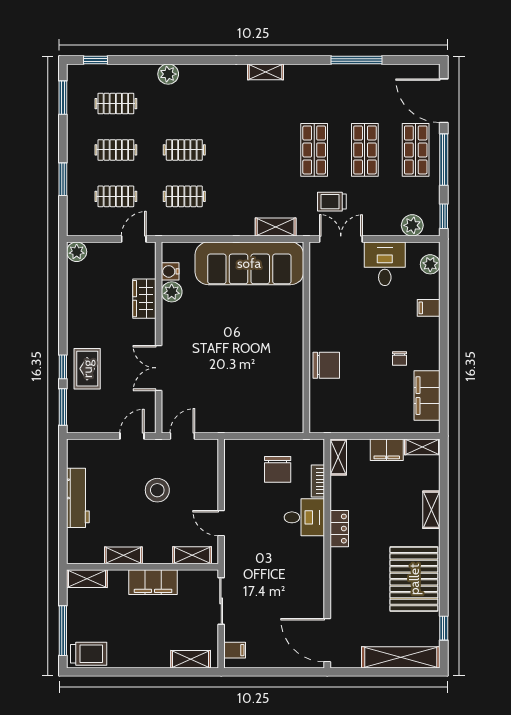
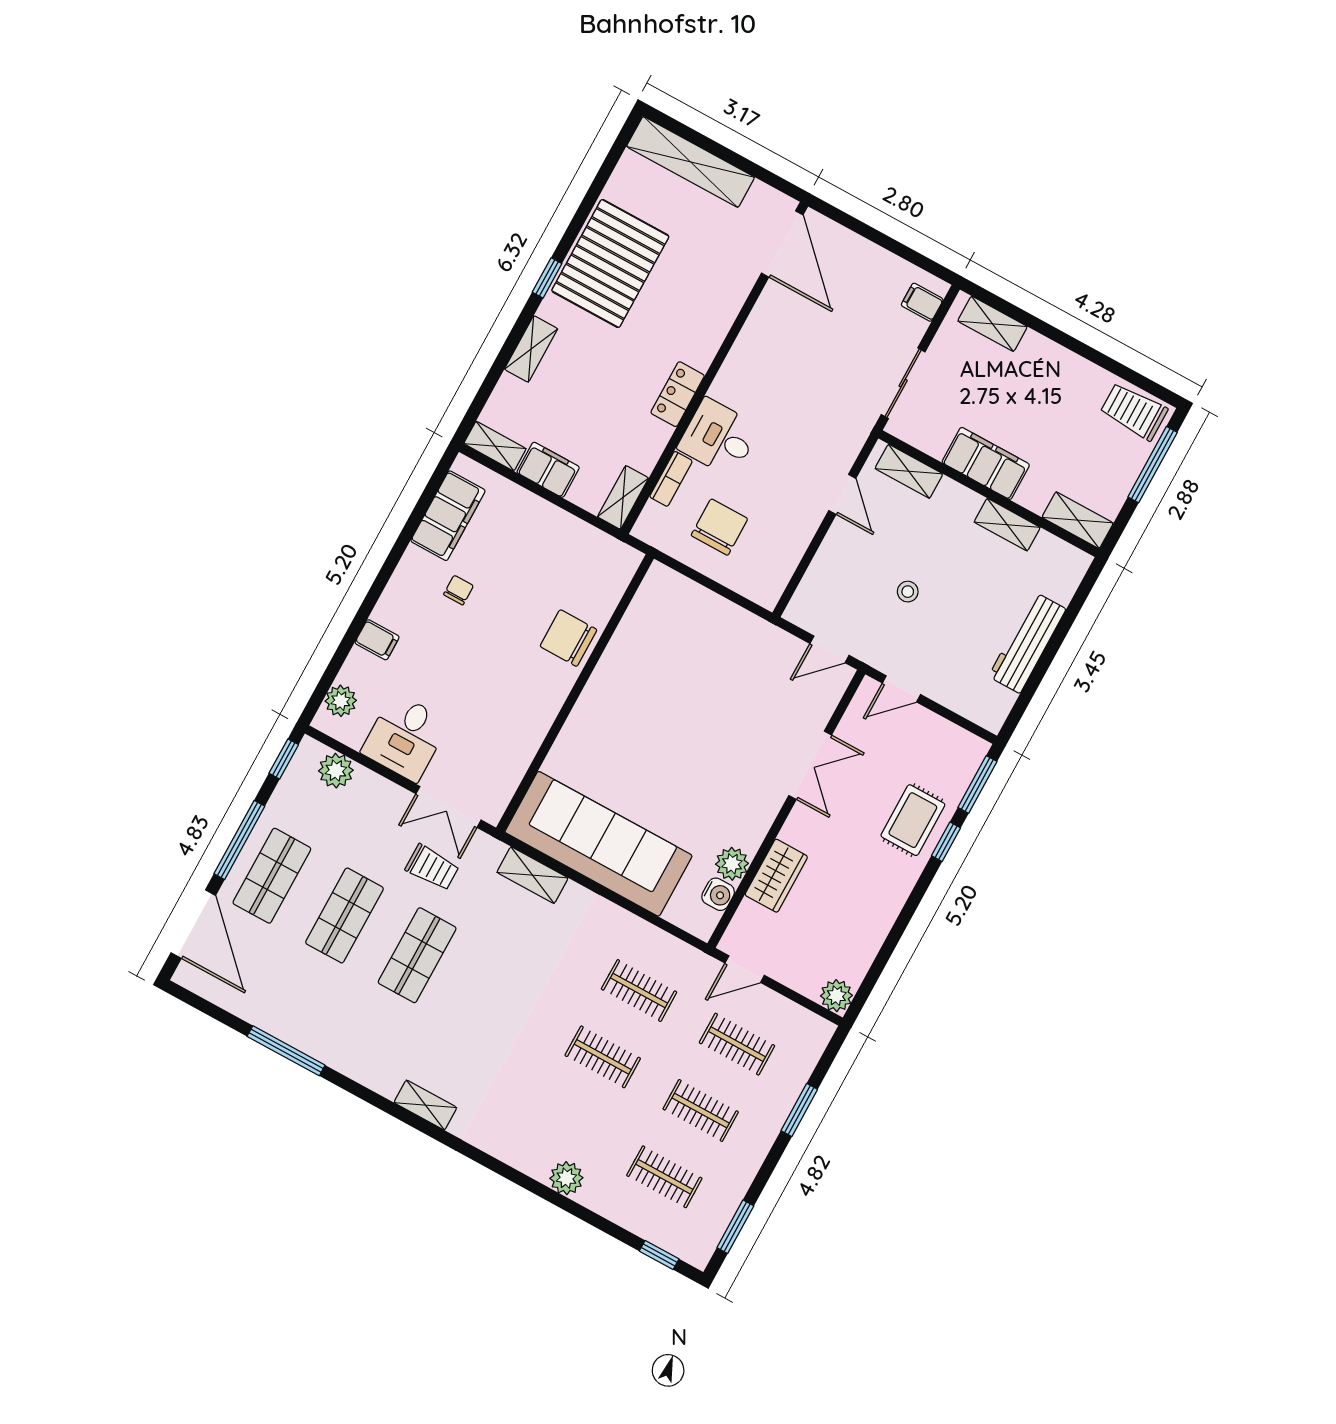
stool: (157, 490) -> (908, 592), width x0.53, depth x0.53
window: (444, 628) -> (547, 278), moved

